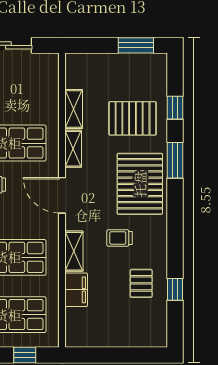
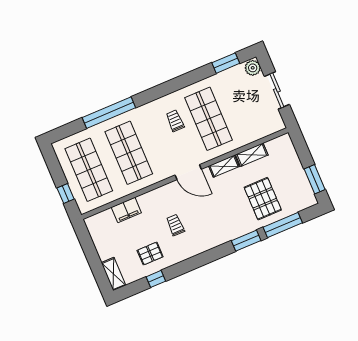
window: (175, 108) -> (283, 225), width x2.17
pallet: (140, 184) -> (219, 223), removed
door: (62, 195) -> (188, 172), swing flipped
shelving: (74, 251) -> (114, 274), moved, turned 90

